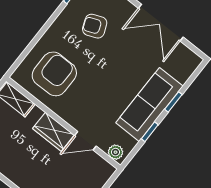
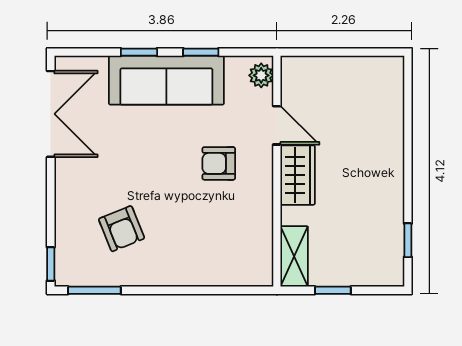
double door: (161, 23) -> (51, 114), moved
armchair: (54, 74) -> (219, 163), moved, width x0.53, depth x0.53

